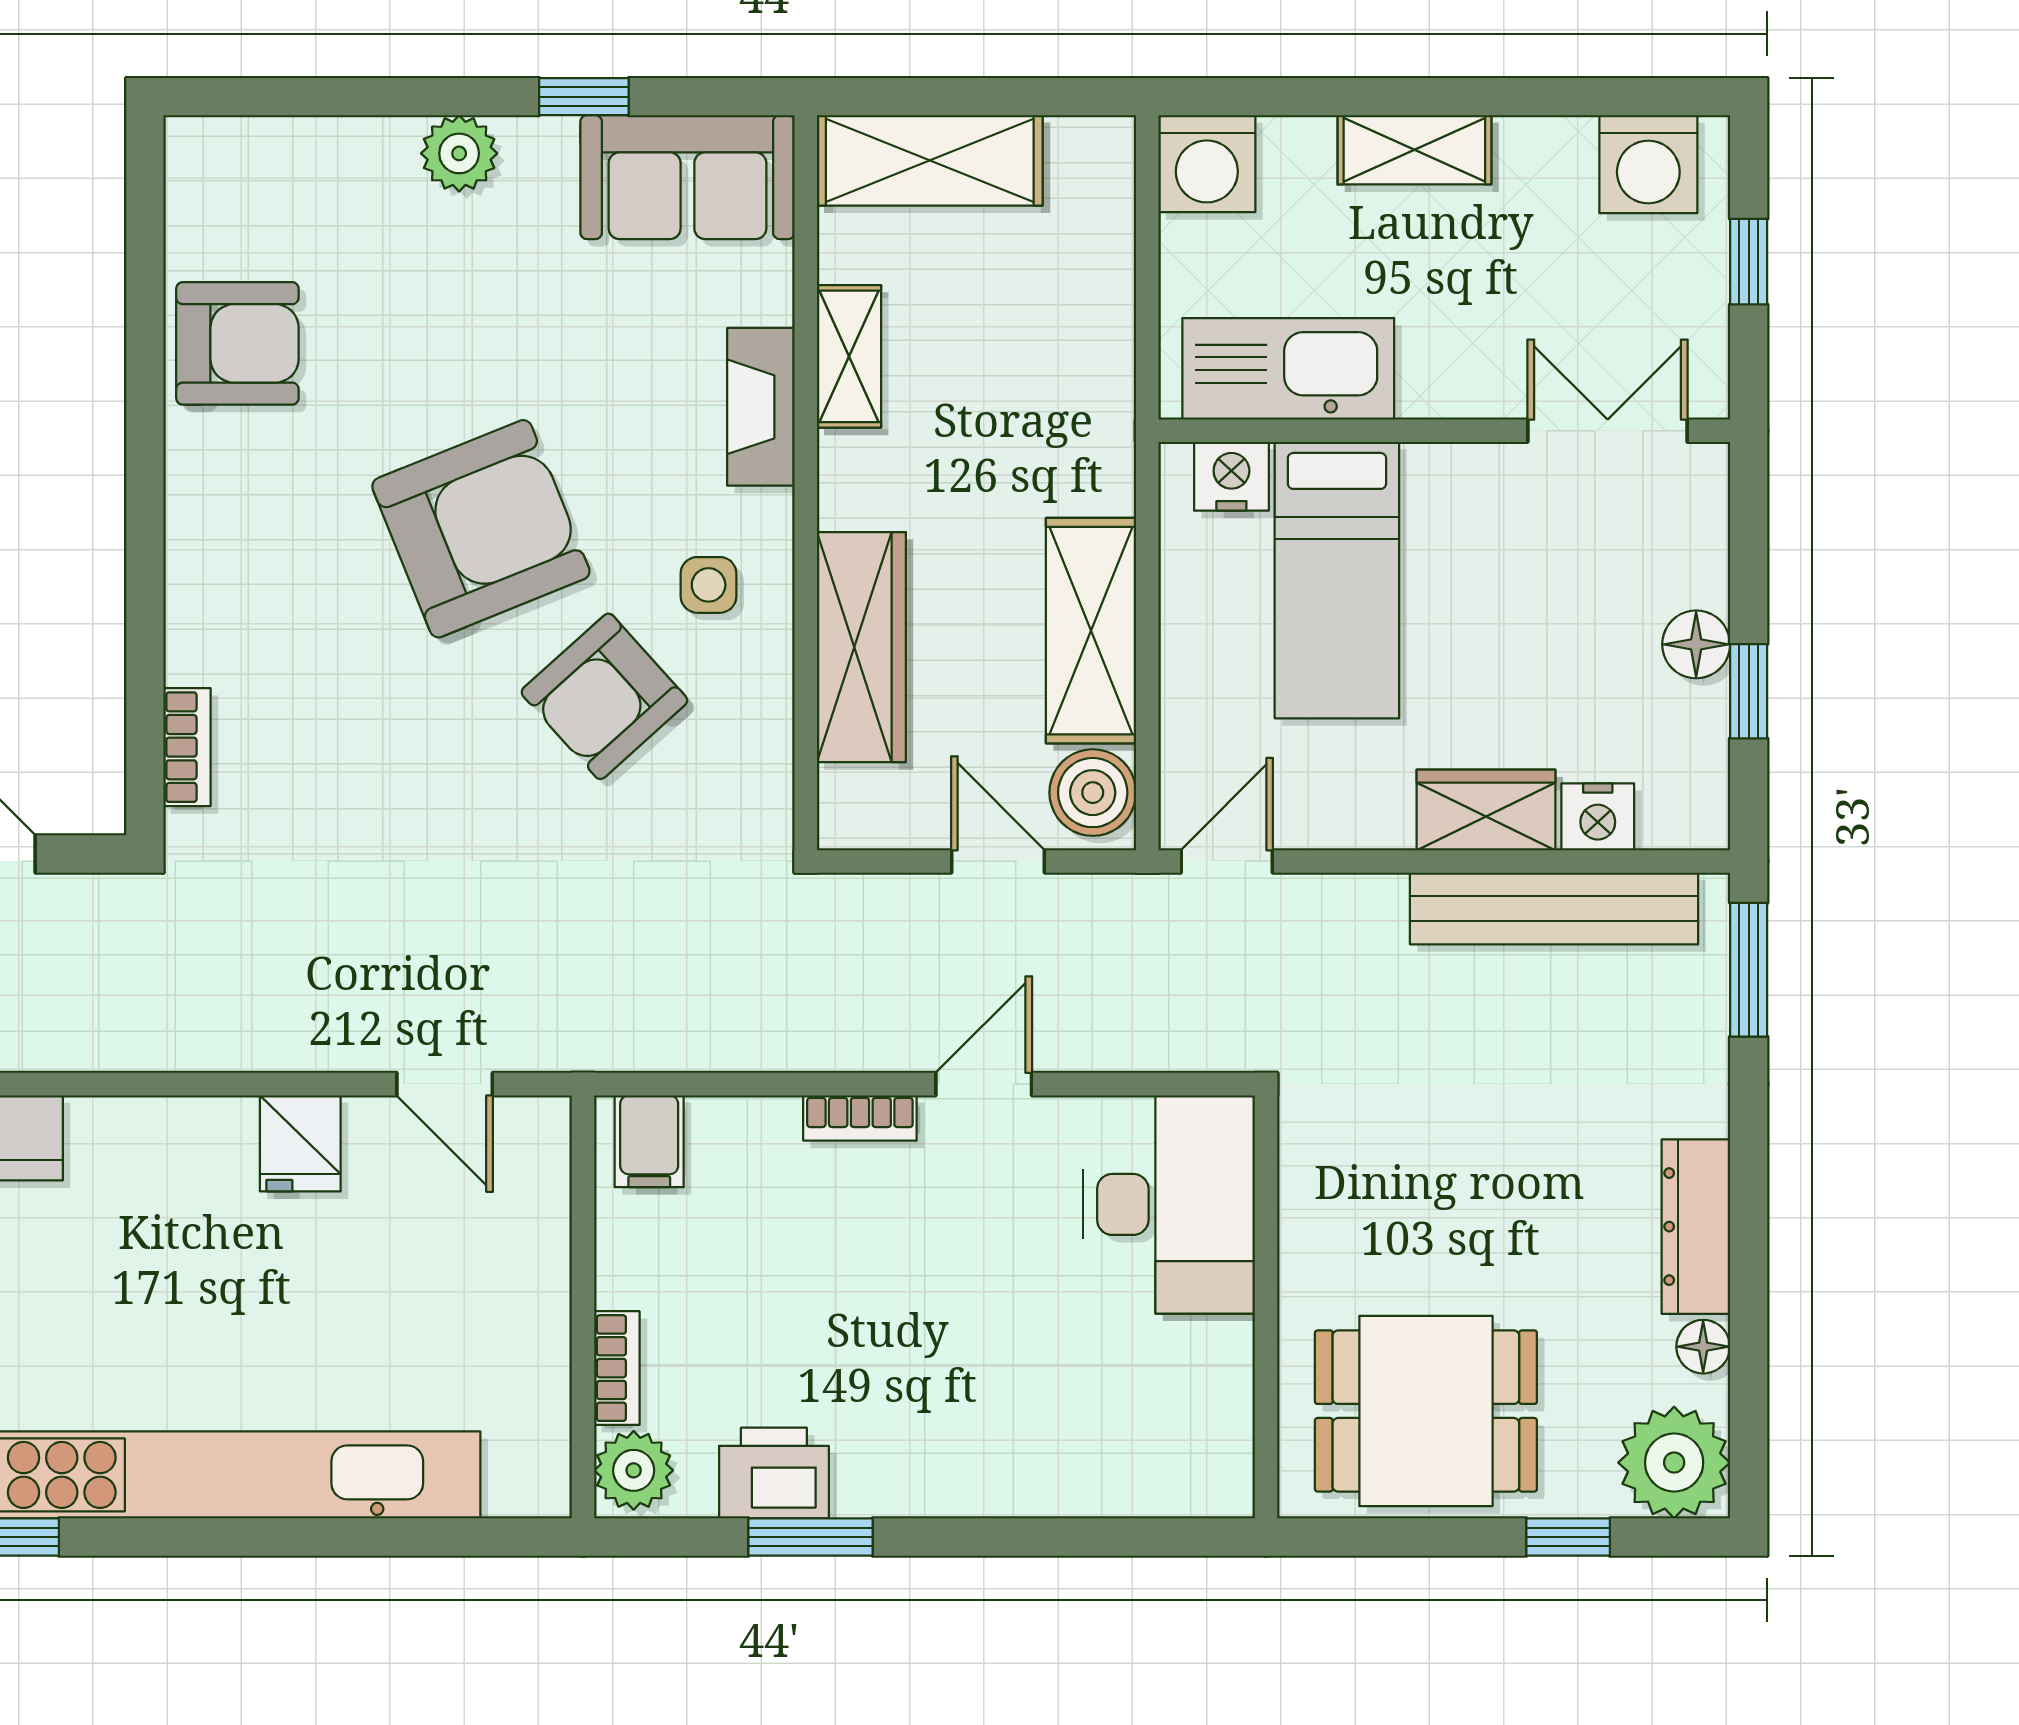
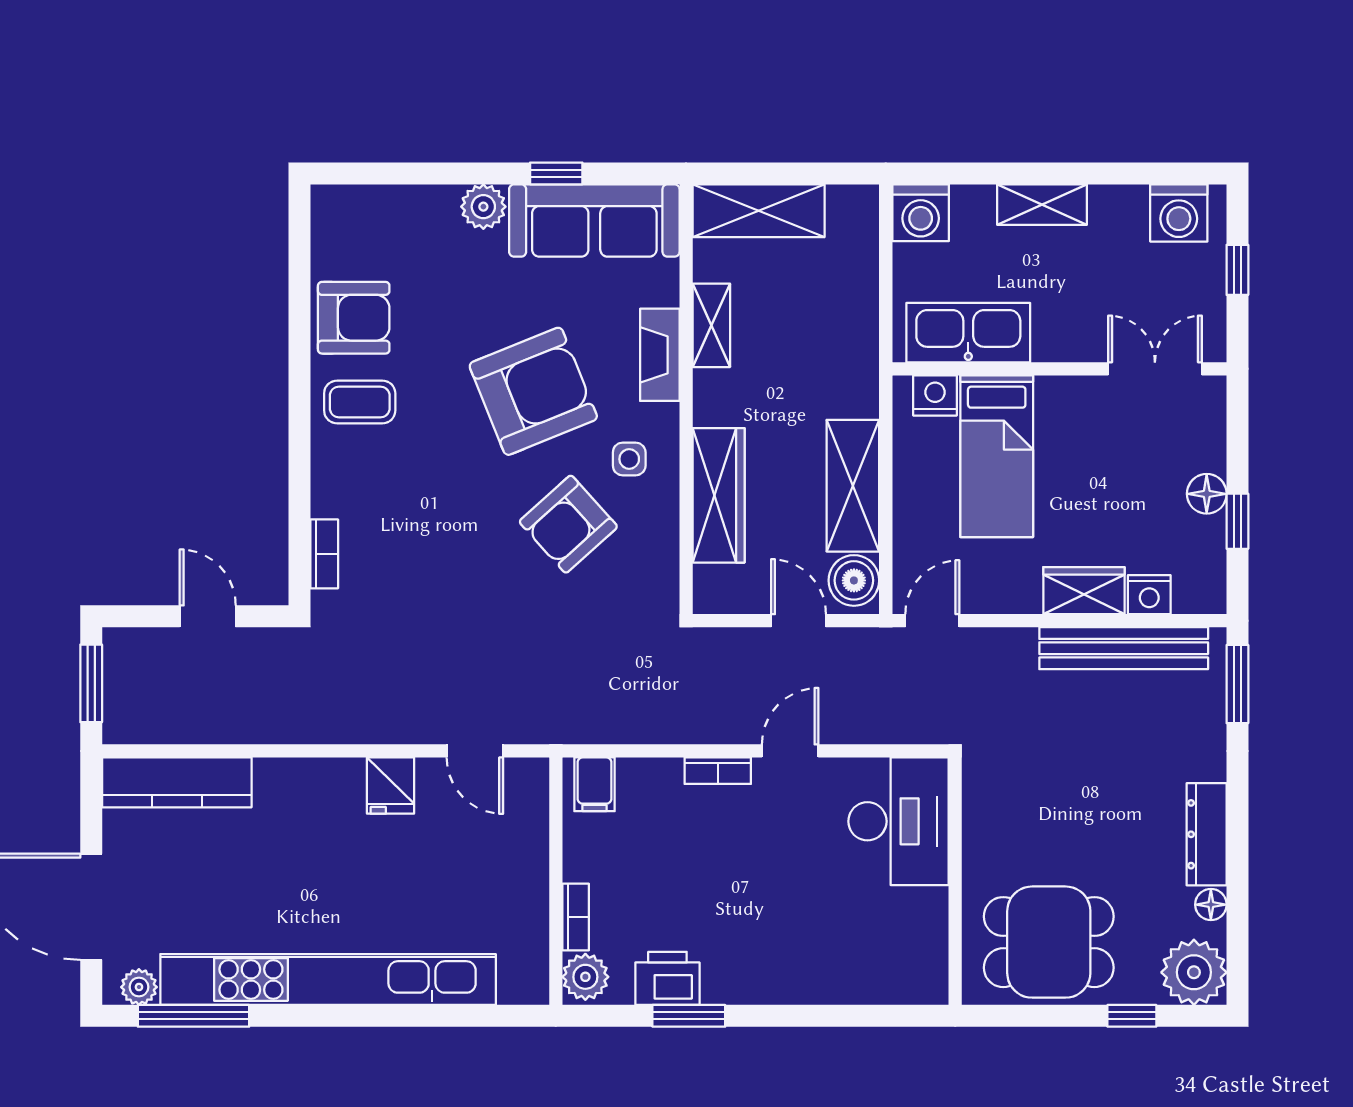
sofa: (687, 177) -> (594, 221), width x1.36
coffee table: (248, 487) -> (360, 402), added
armchair: (481, 529) -> (533, 391), moved

